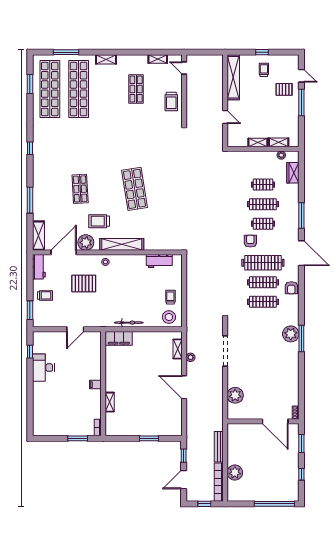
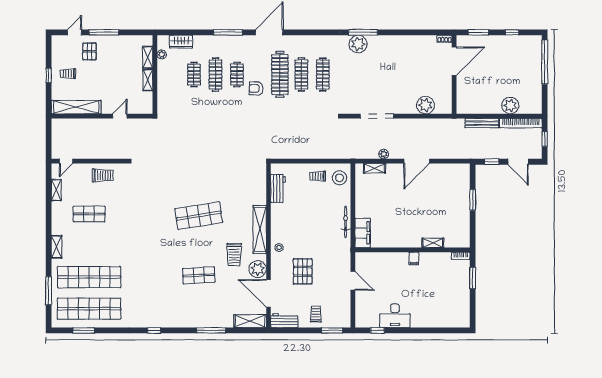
armchair: (291, 288) -> (307, 43), removed

